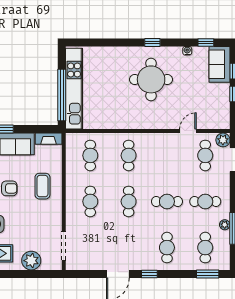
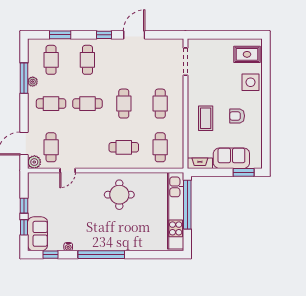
window: (152, 42) -> (101, 255), width x3.17
round table: (151, 79) -> (119, 195), moved, width x0.73, depth x0.73
cafe table: (129, 155) -> (124, 147), turned 90
plant: (31, 261) -> (216, 48), removed
window: (208, 274) -> (60, 35), moved

